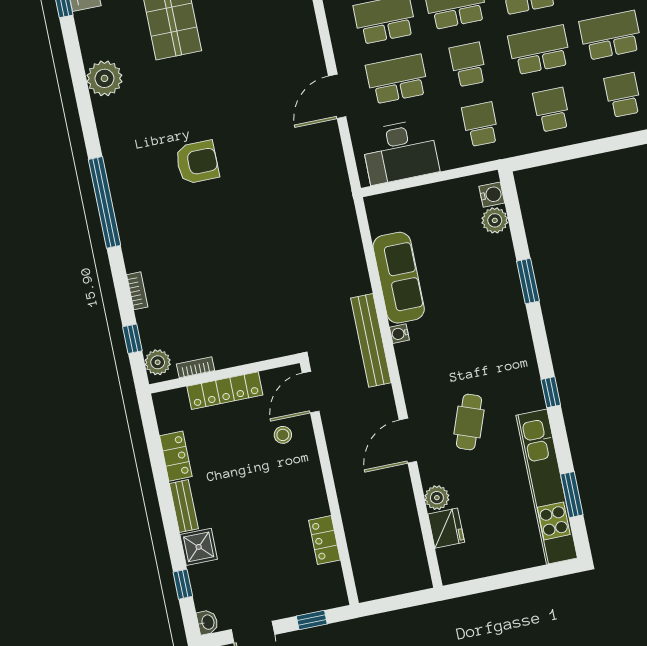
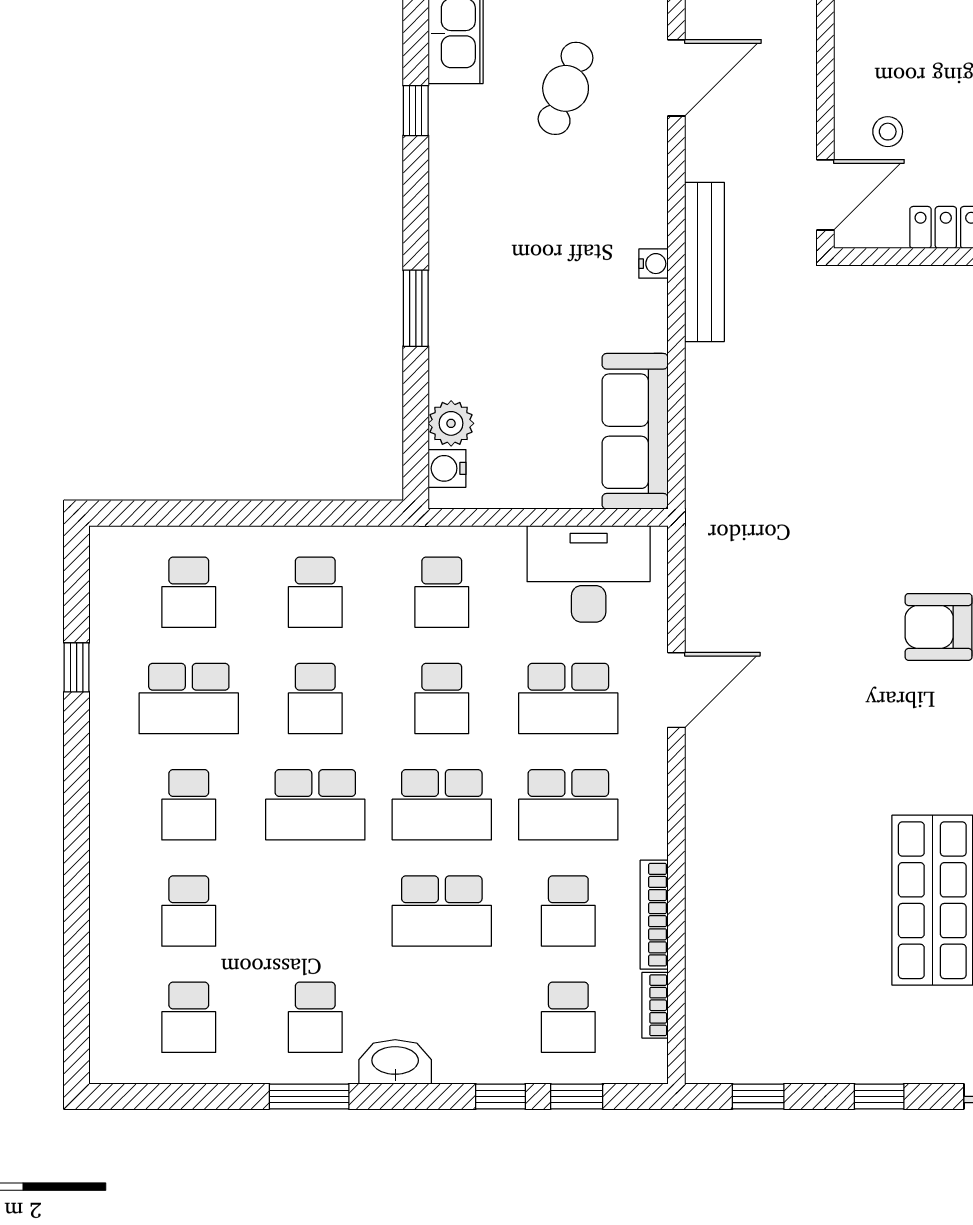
school desk: (539, 50) -> (315, 699), width x0.54
sofa: (399, 278) -> (635, 431), moved

